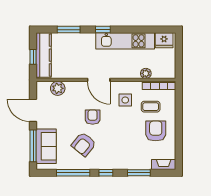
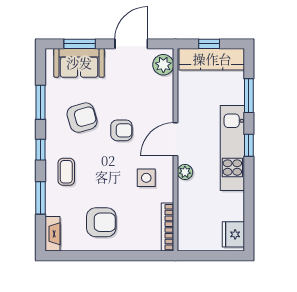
kitchen unit: (125, 41) -> (232, 148), moved
plant: (146, 73) -> (185, 172), moved
plant: (58, 88) -> (163, 65), moved
coffee table: (151, 107) -> (66, 172), moved
armchair: (84, 144) -> (82, 118), turned 125
window: (33, 146) -> (80, 44), width x0.69
window: (73, 173) -> (41, 102), width x0.69

